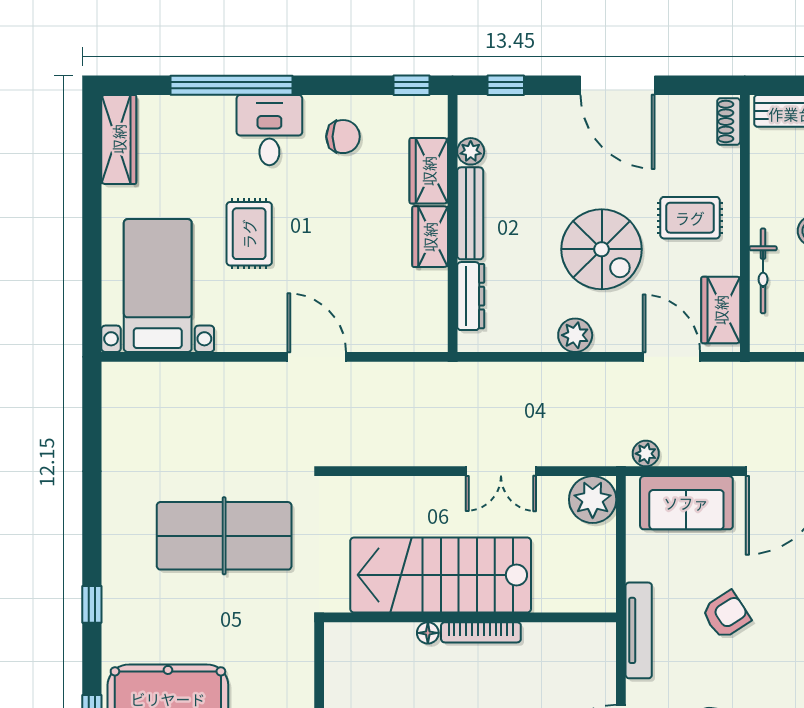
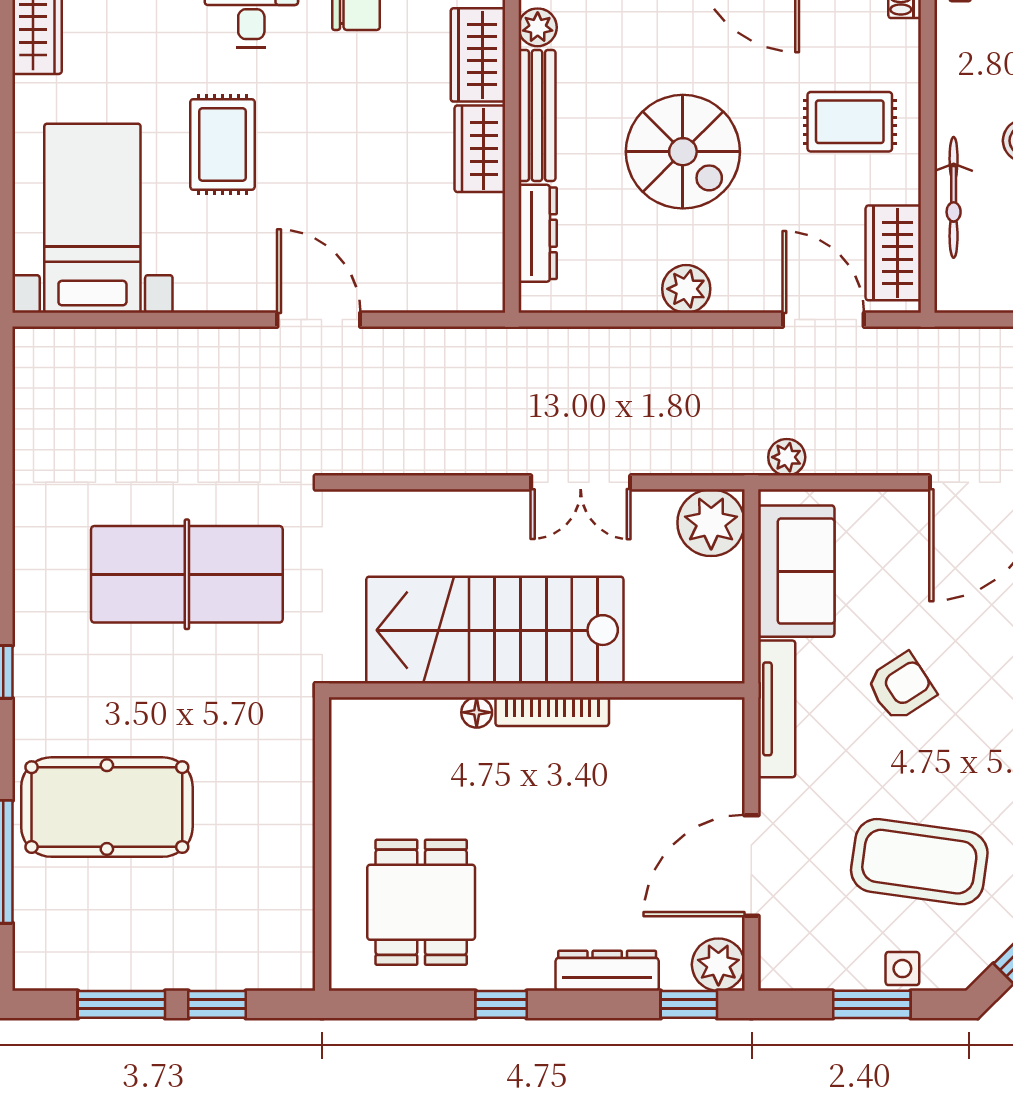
spiral stairs: (602, 249) -> (683, 152), moved
sofa: (686, 503) -> (796, 571), moved, turned -90

